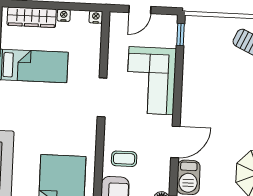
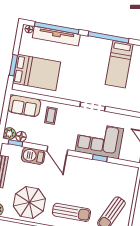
window: (180, 35) -> (100, 158), moved

